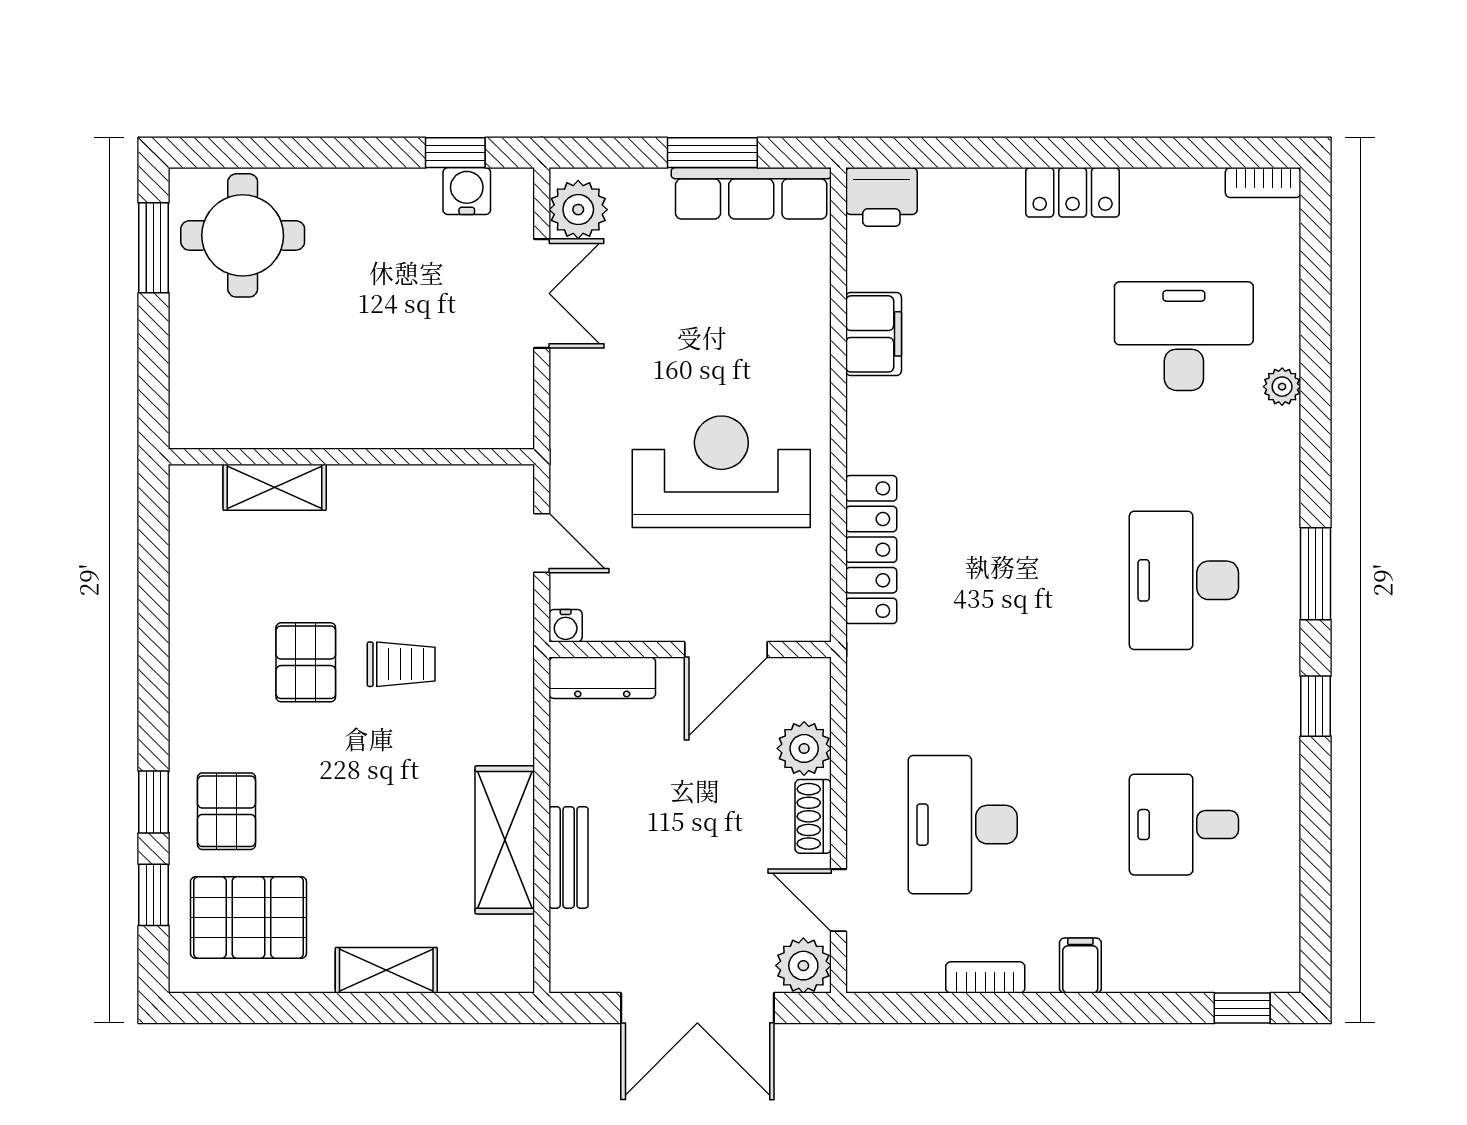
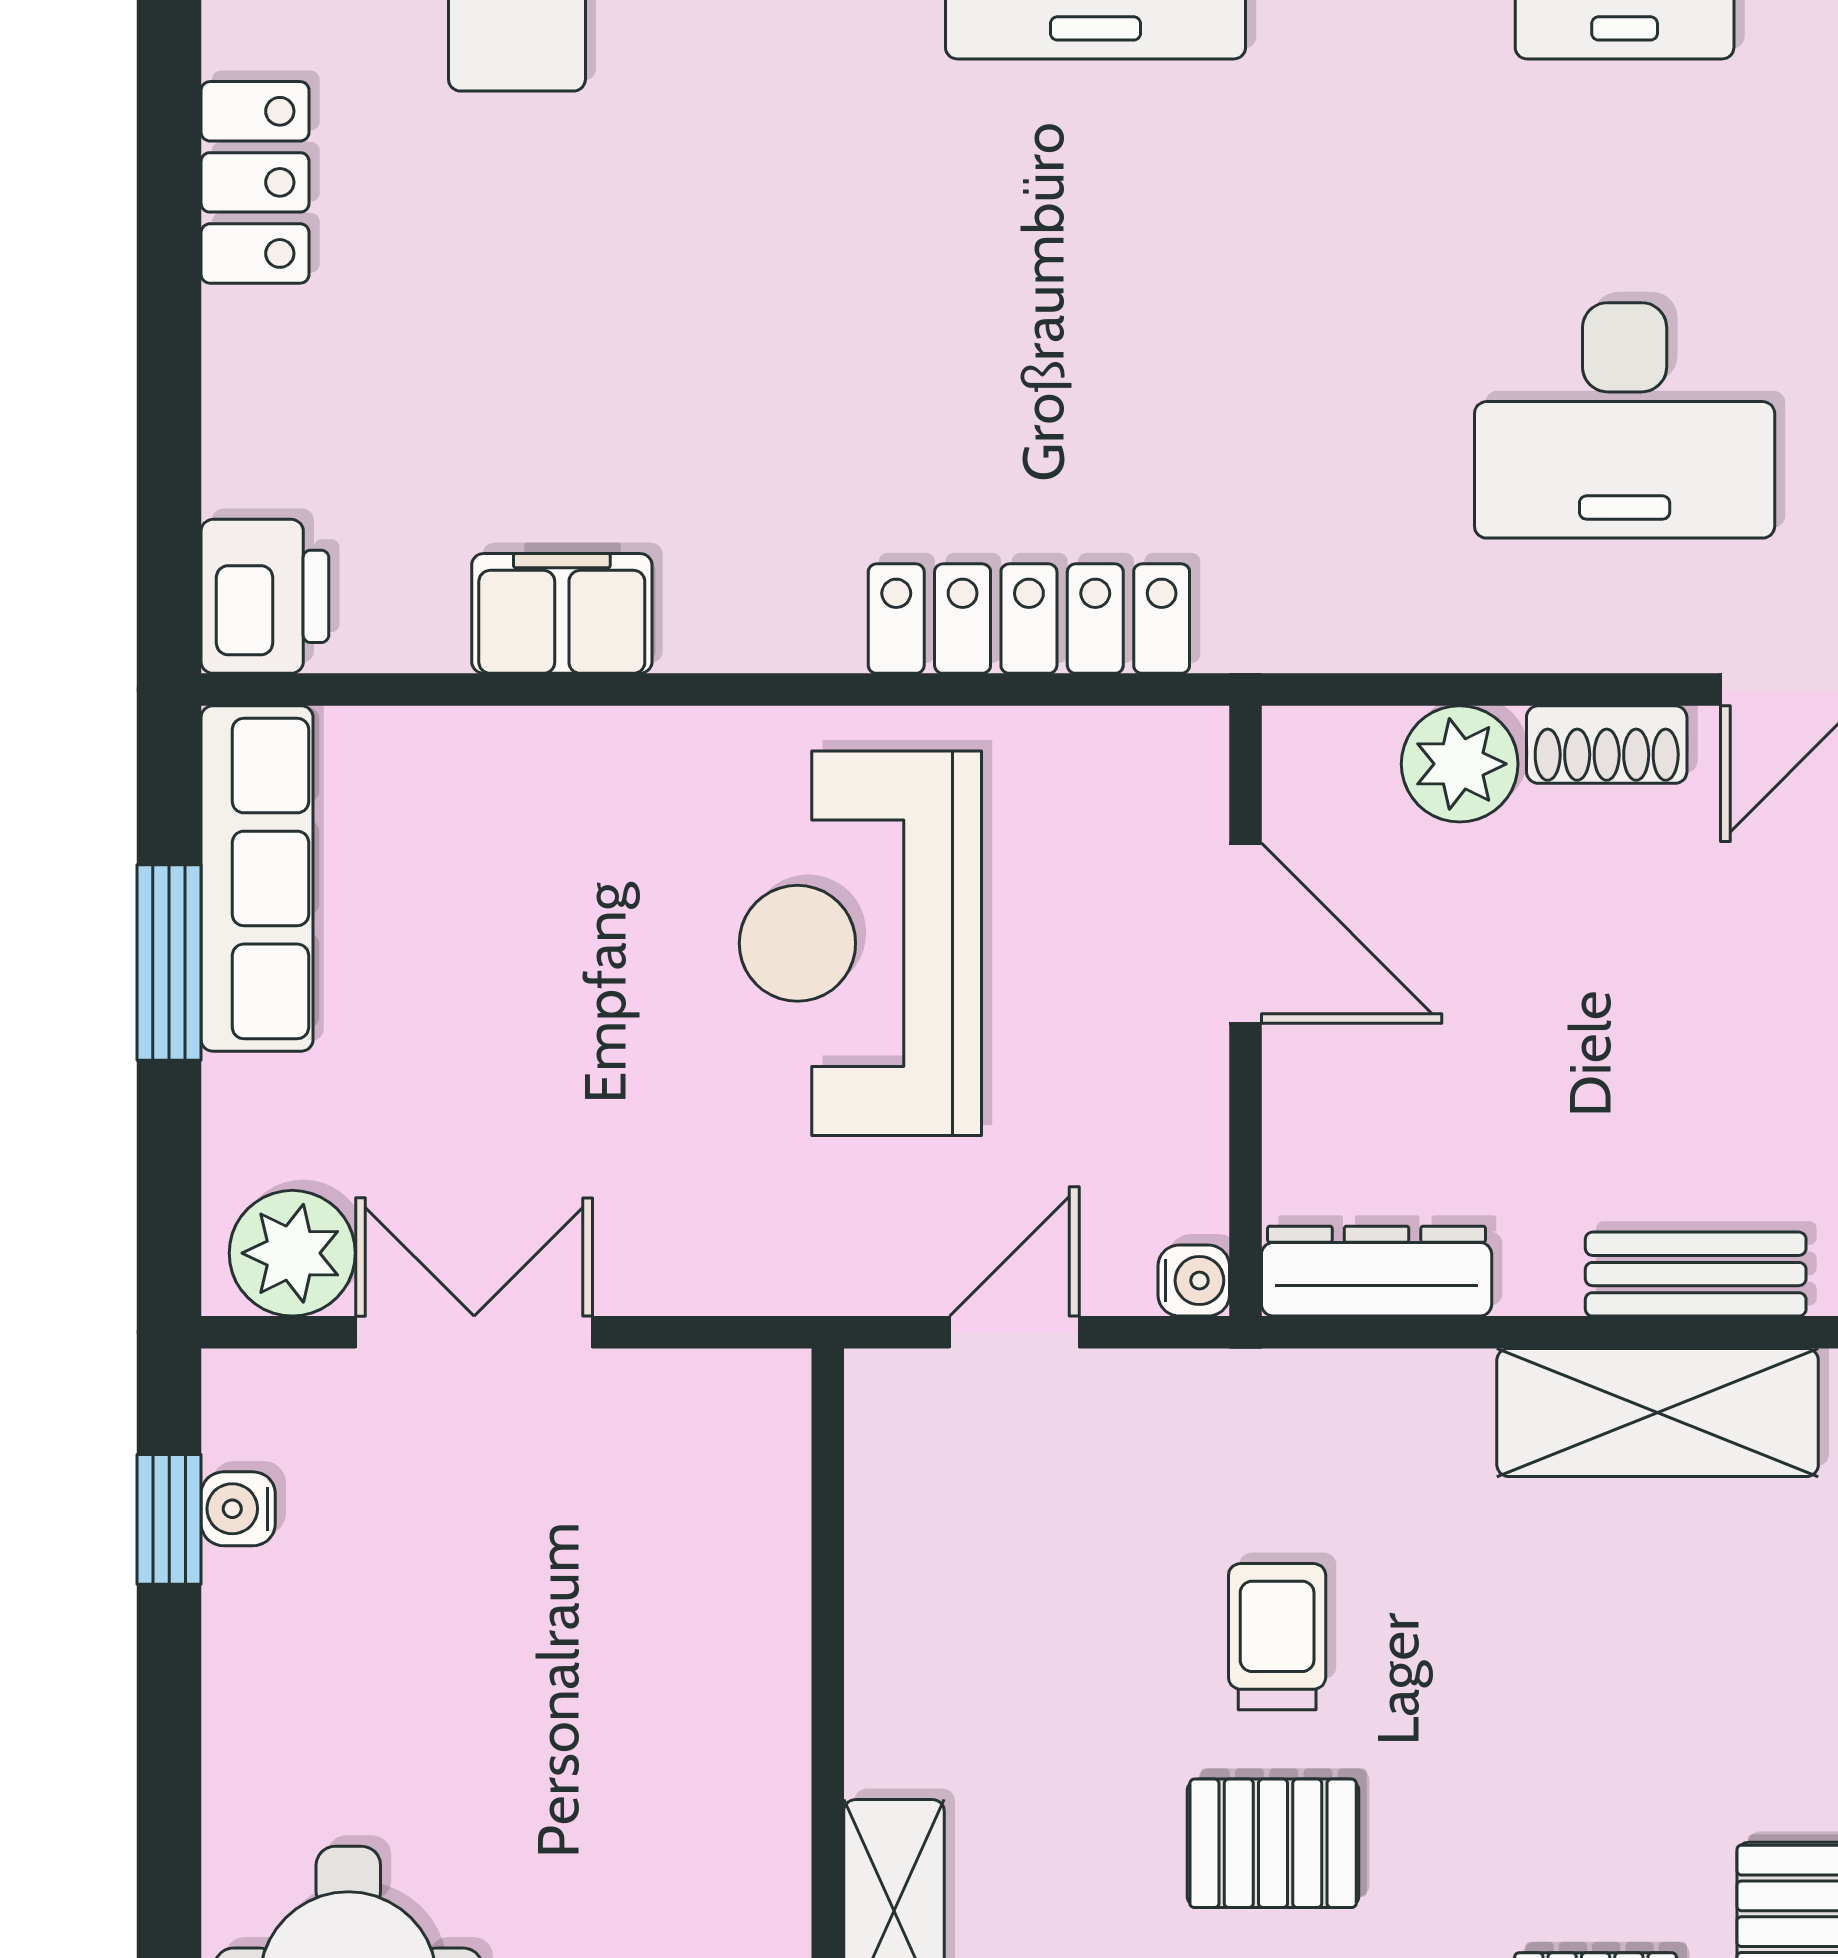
water cooler: (467, 191) -> (238, 1509), width x0.72, depth x0.72
dresser: (602, 678) -> (1377, 1271), moved, turned -90

